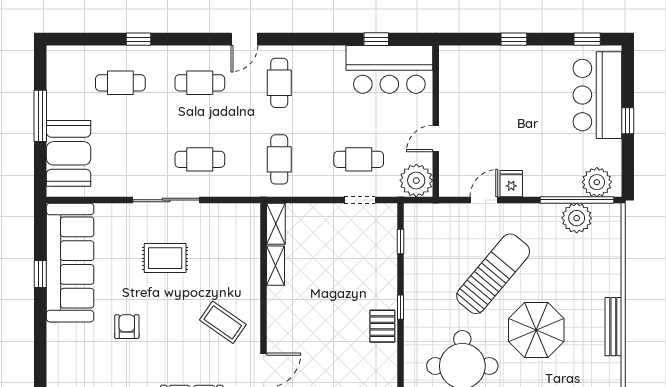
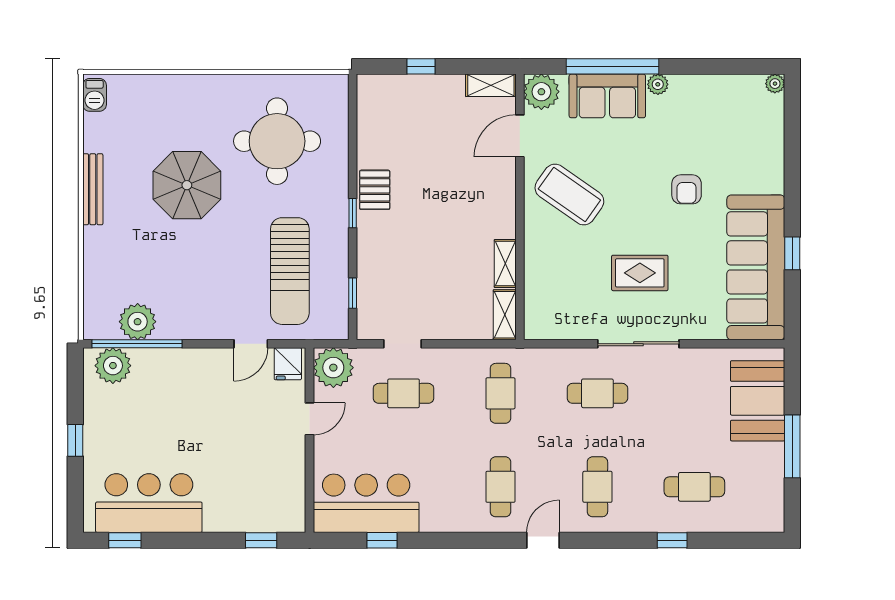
window: (514, 39) -> (261, 540), moved
cafe table: (200, 83) -> (597, 487), turned 90
bar counter: (597, 95) -> (149, 503), moved, turned -90
fridge: (511, 184) -> (288, 364), moved
sun lounger: (493, 274) -> (290, 271), moved, turned -40
coffee table: (223, 322) -> (569, 195), width x1.36, depth x1.32

